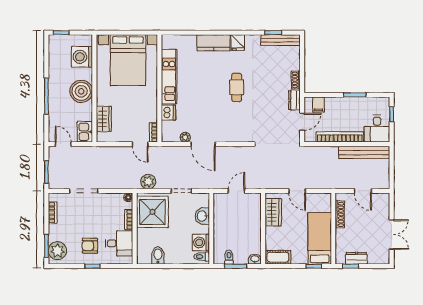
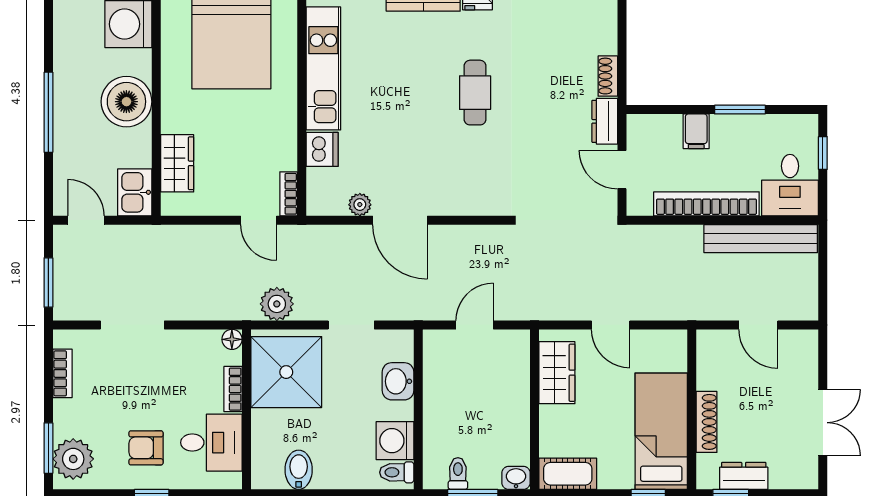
filing cabinet: (318, 105) -> (696, 131), moved
door: (302, 122) -> (622, 170), swing flipped
shoe rack: (340, 214) -> (707, 422), moved

